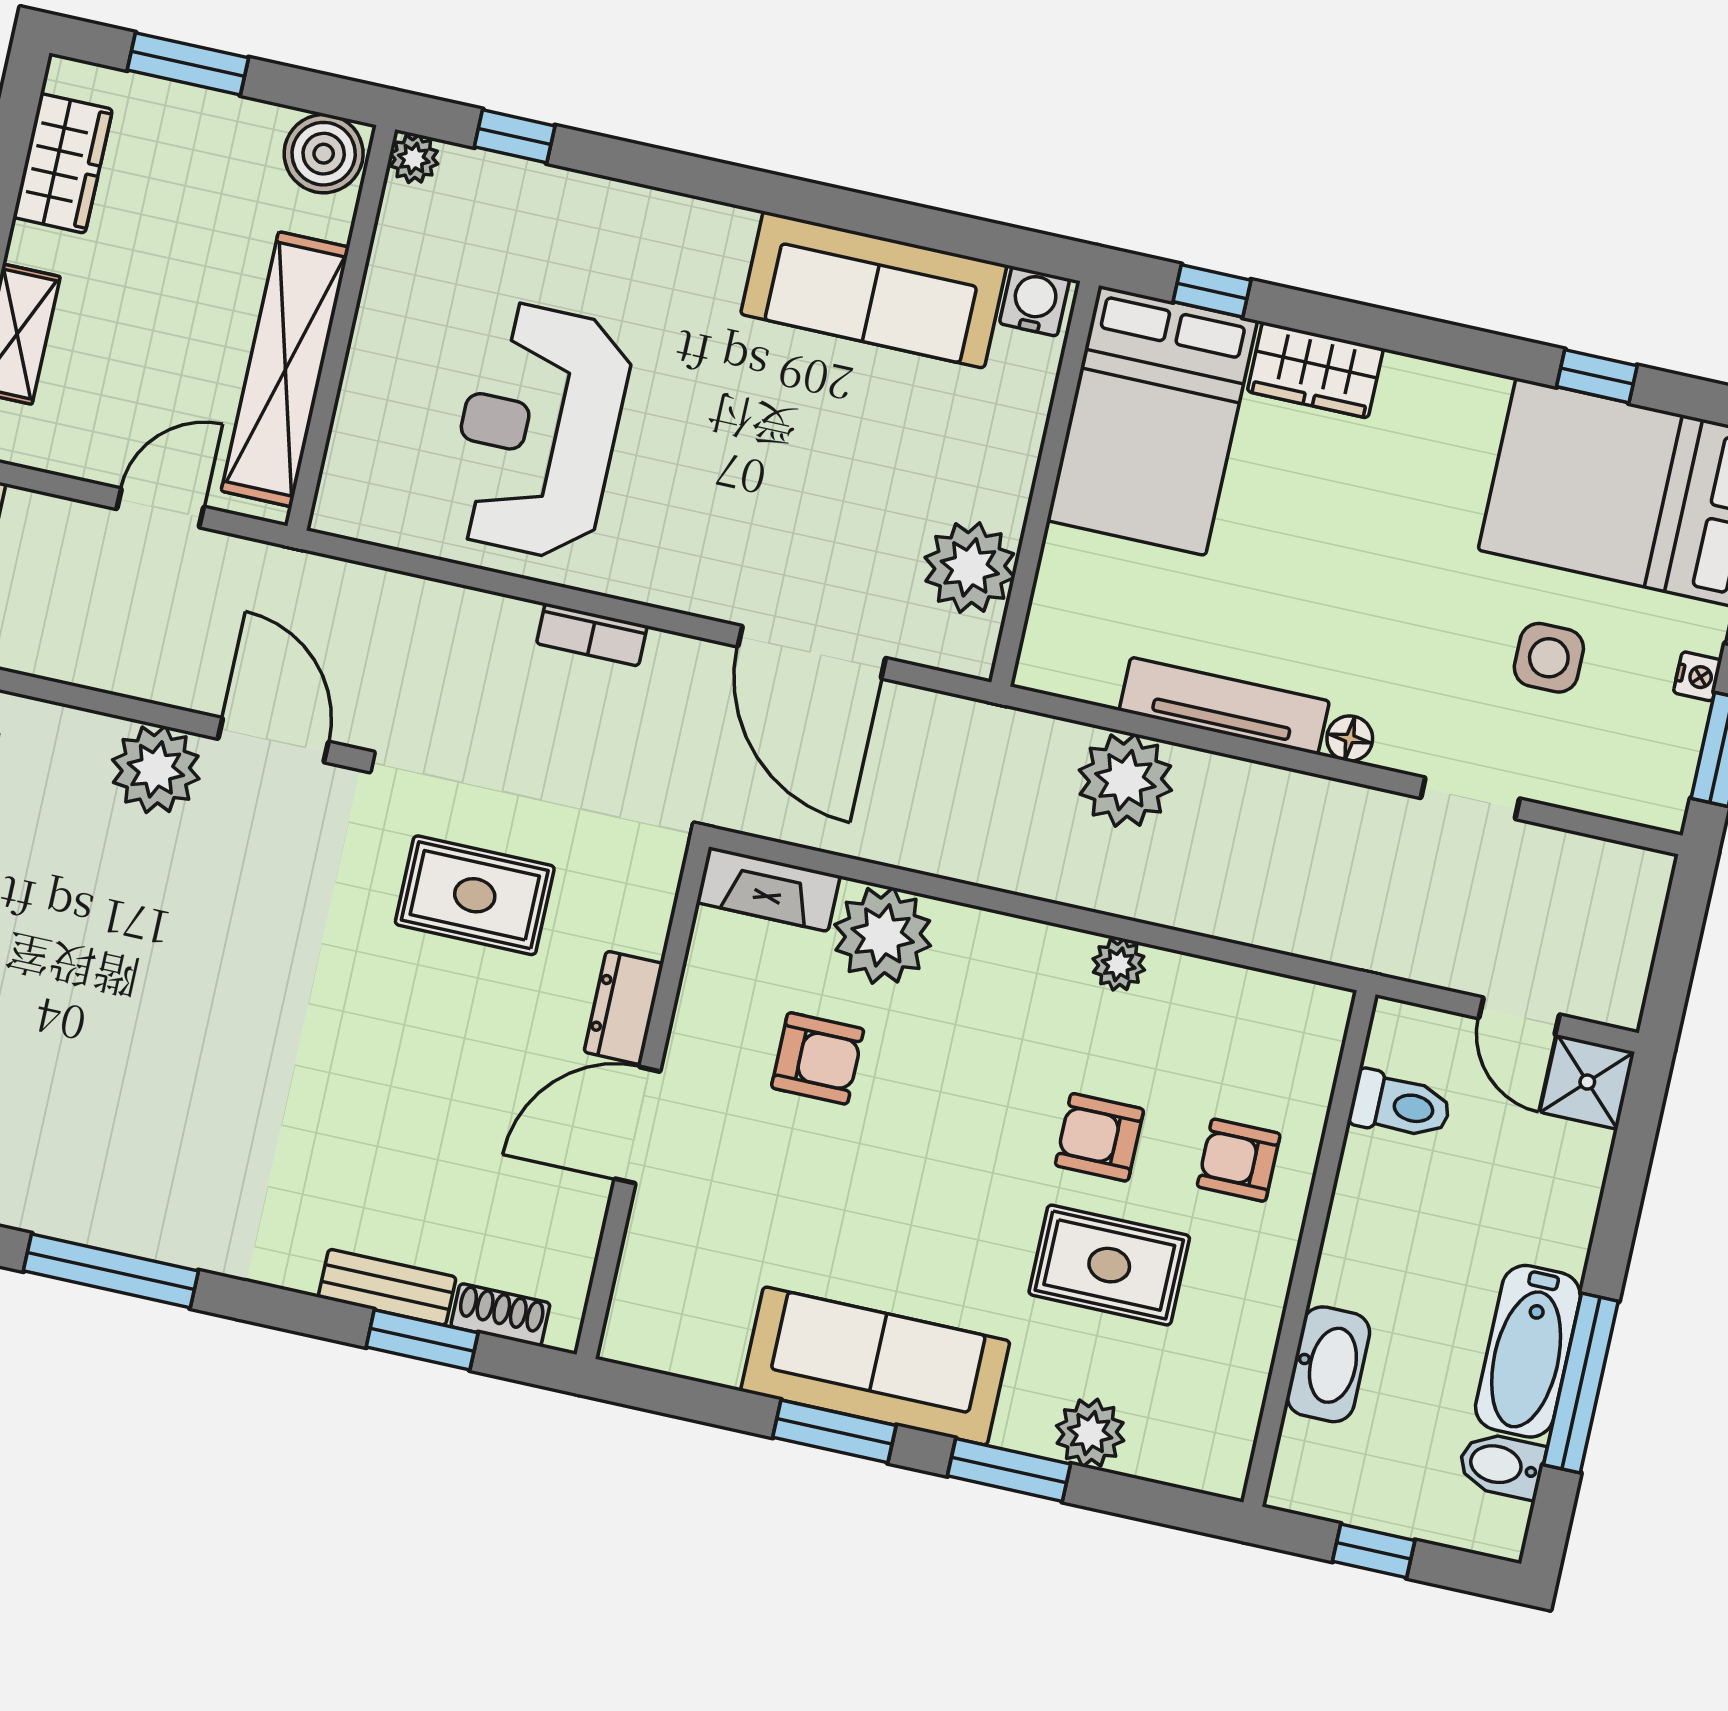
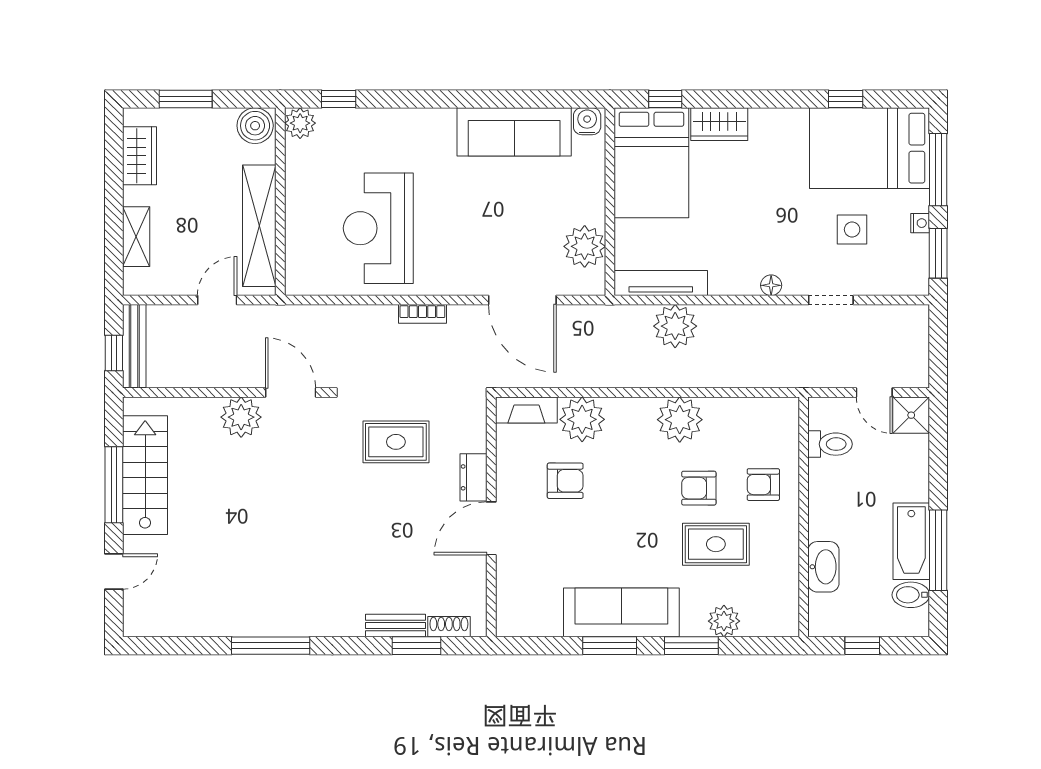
plant: (414, 159) -> (300, 123), width x1.38, depth x1.38
tv unit: (1224, 706) -> (661, 283), moved
plant: (1119, 964) -> (680, 420), width x1.87, depth x1.87

